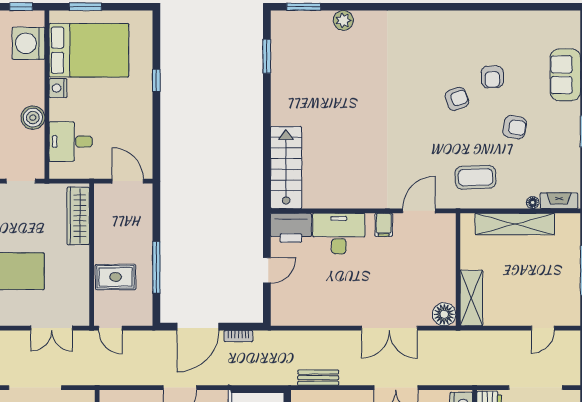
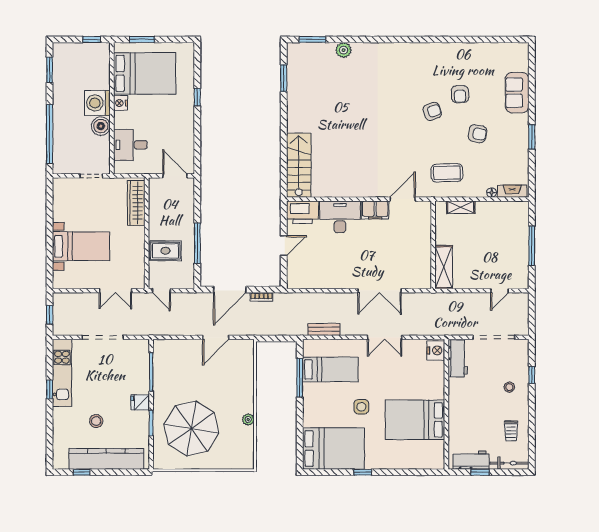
washing machine: (28, 43) -> (97, 103), moved
shelving: (515, 224) -> (461, 207), width x0.45, depth x0.75
filing cabinet: (384, 225) -> (375, 210), width x2.00
floor lamp: (444, 314) -> (422, 280), removed

